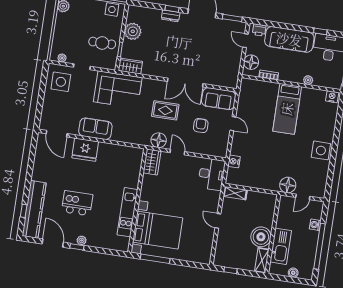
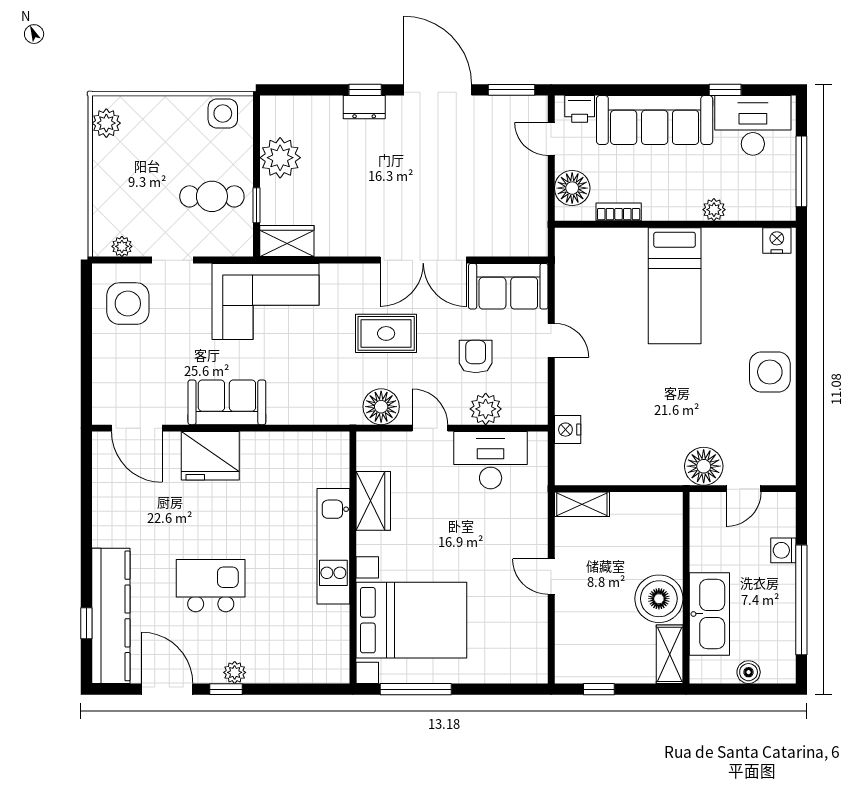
plant: (202, 148) -> (486, 409), added
wardrobe: (152, 162) -> (373, 501), moved
desk: (212, 174) -> (491, 460), moved, turned -90
kitchen unit: (127, 212) -> (333, 546), moved

